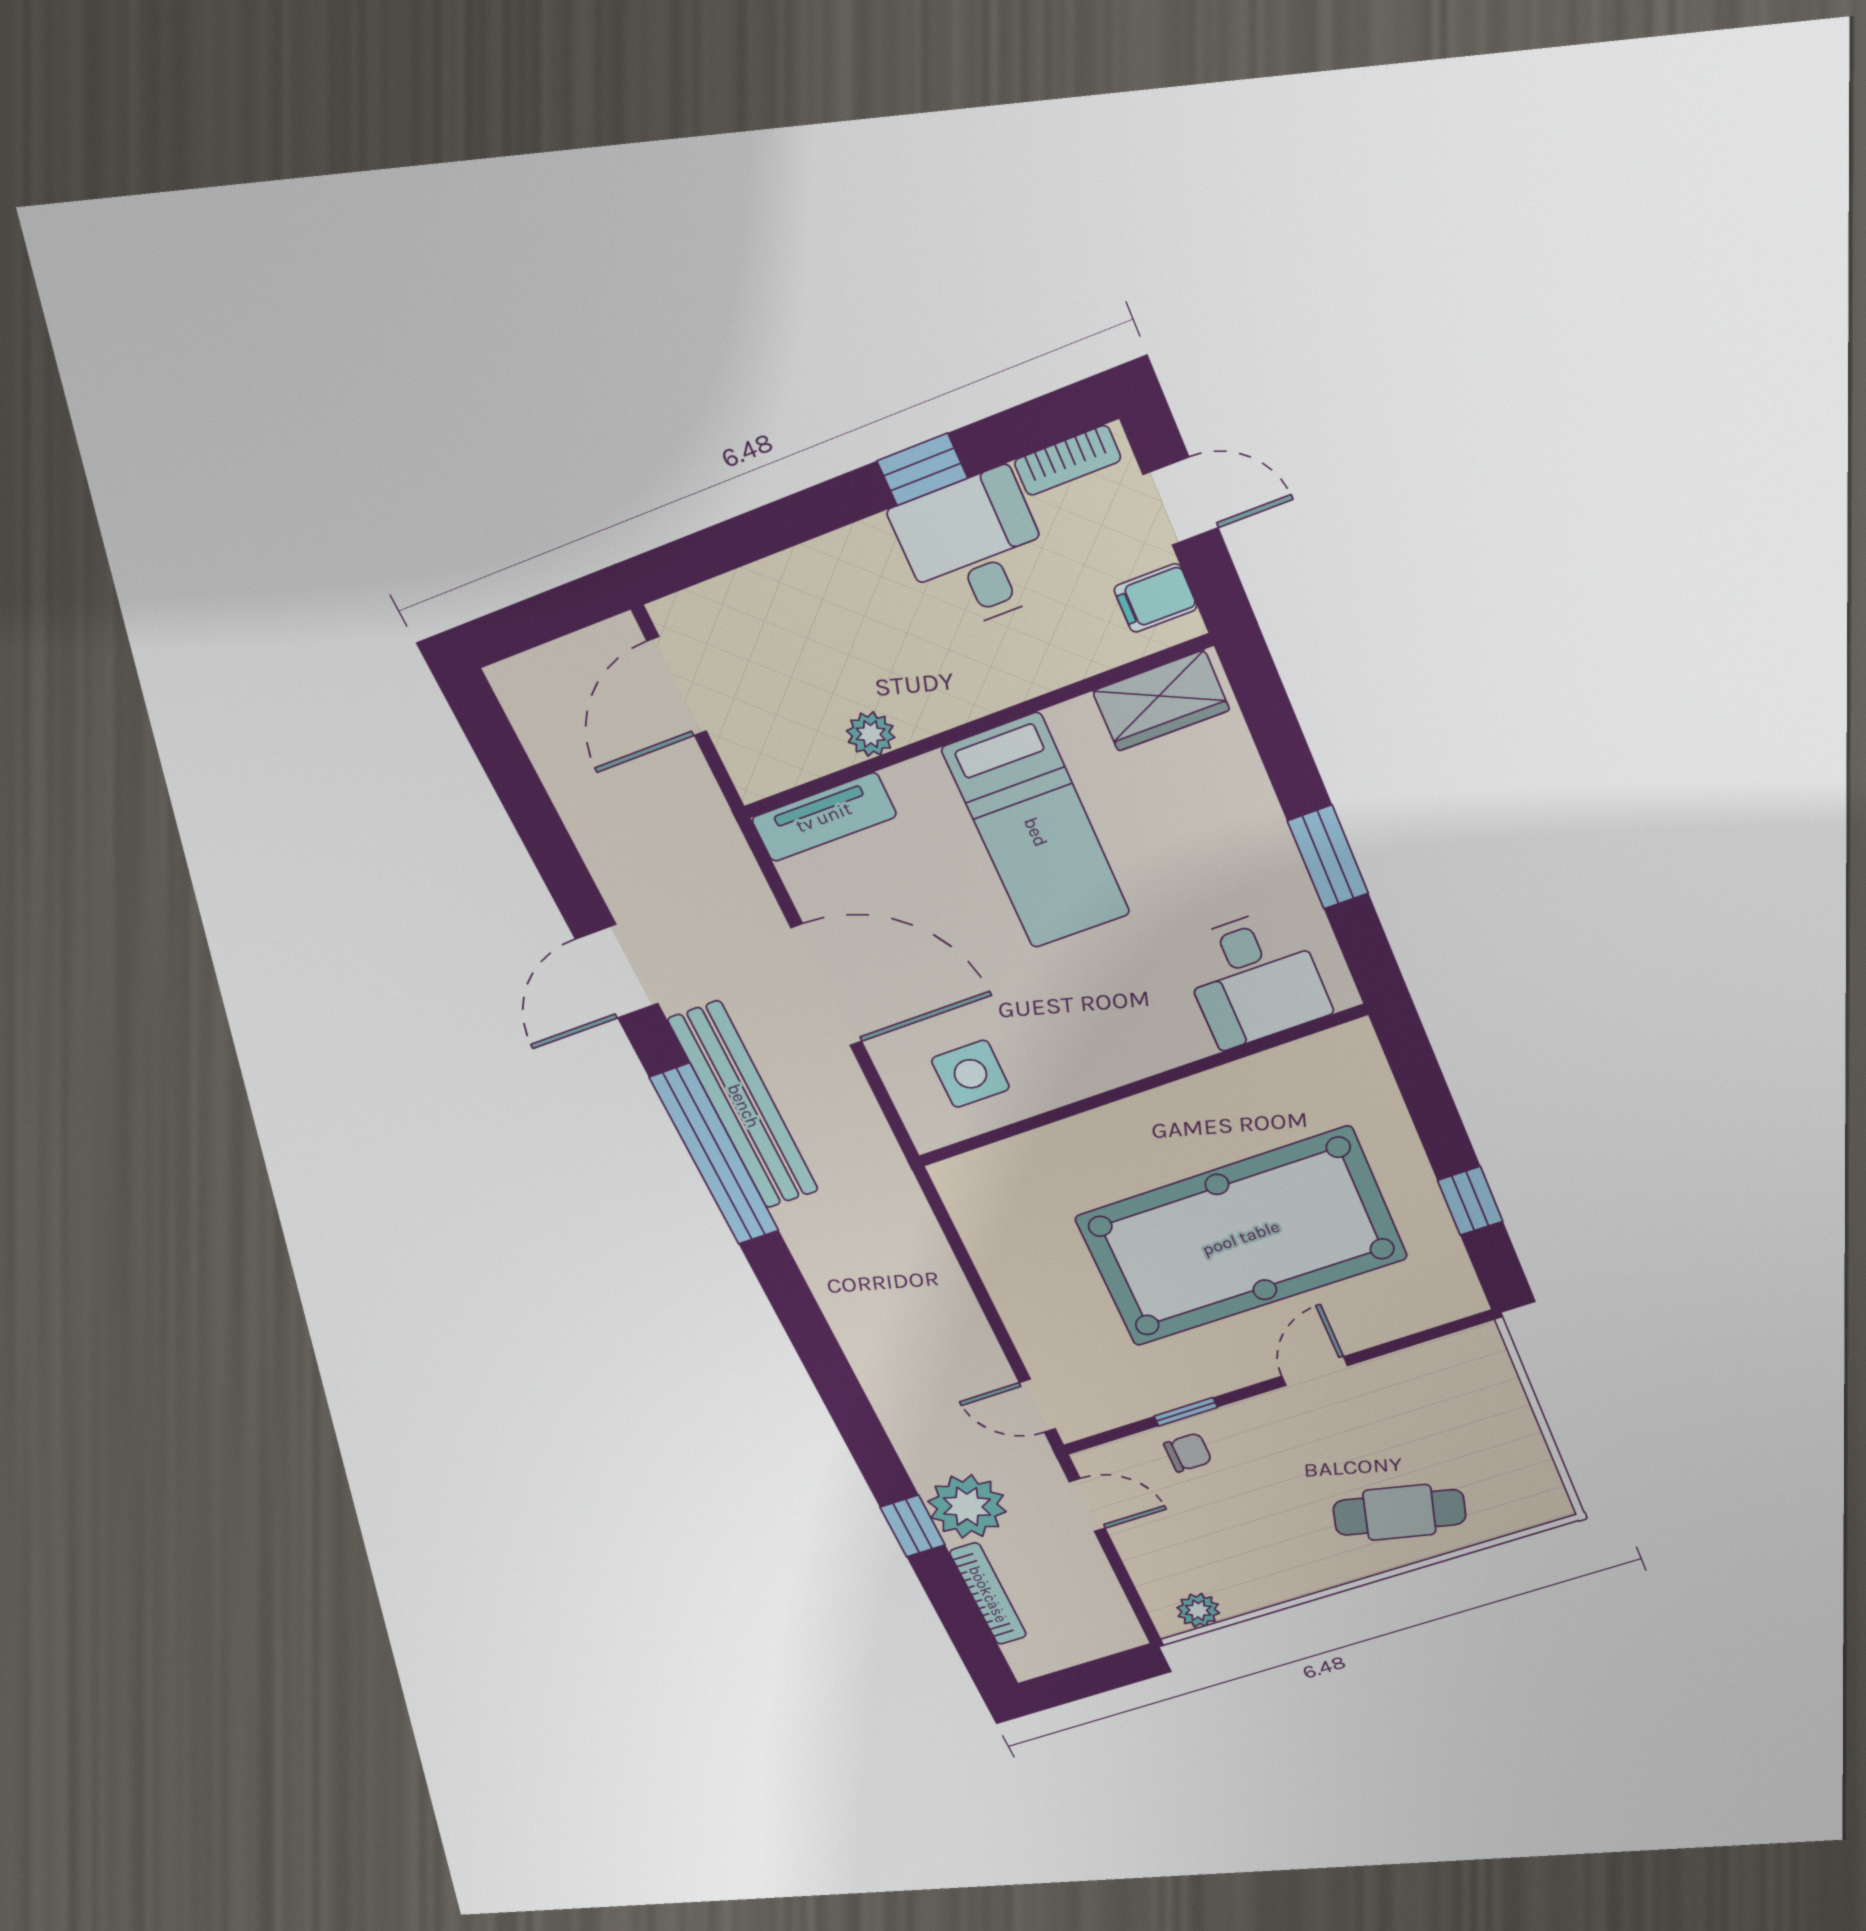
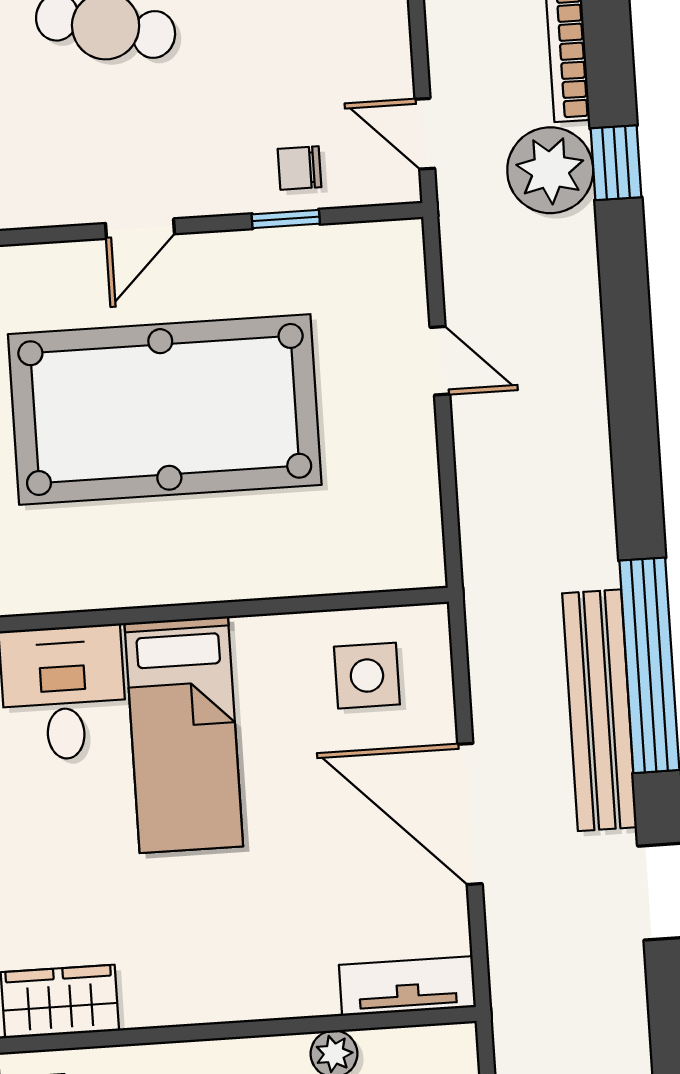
bed: (1036, 832) -> (184, 735), moved, turned 180
door: (1037, 1406) -> (440, 361), moved

